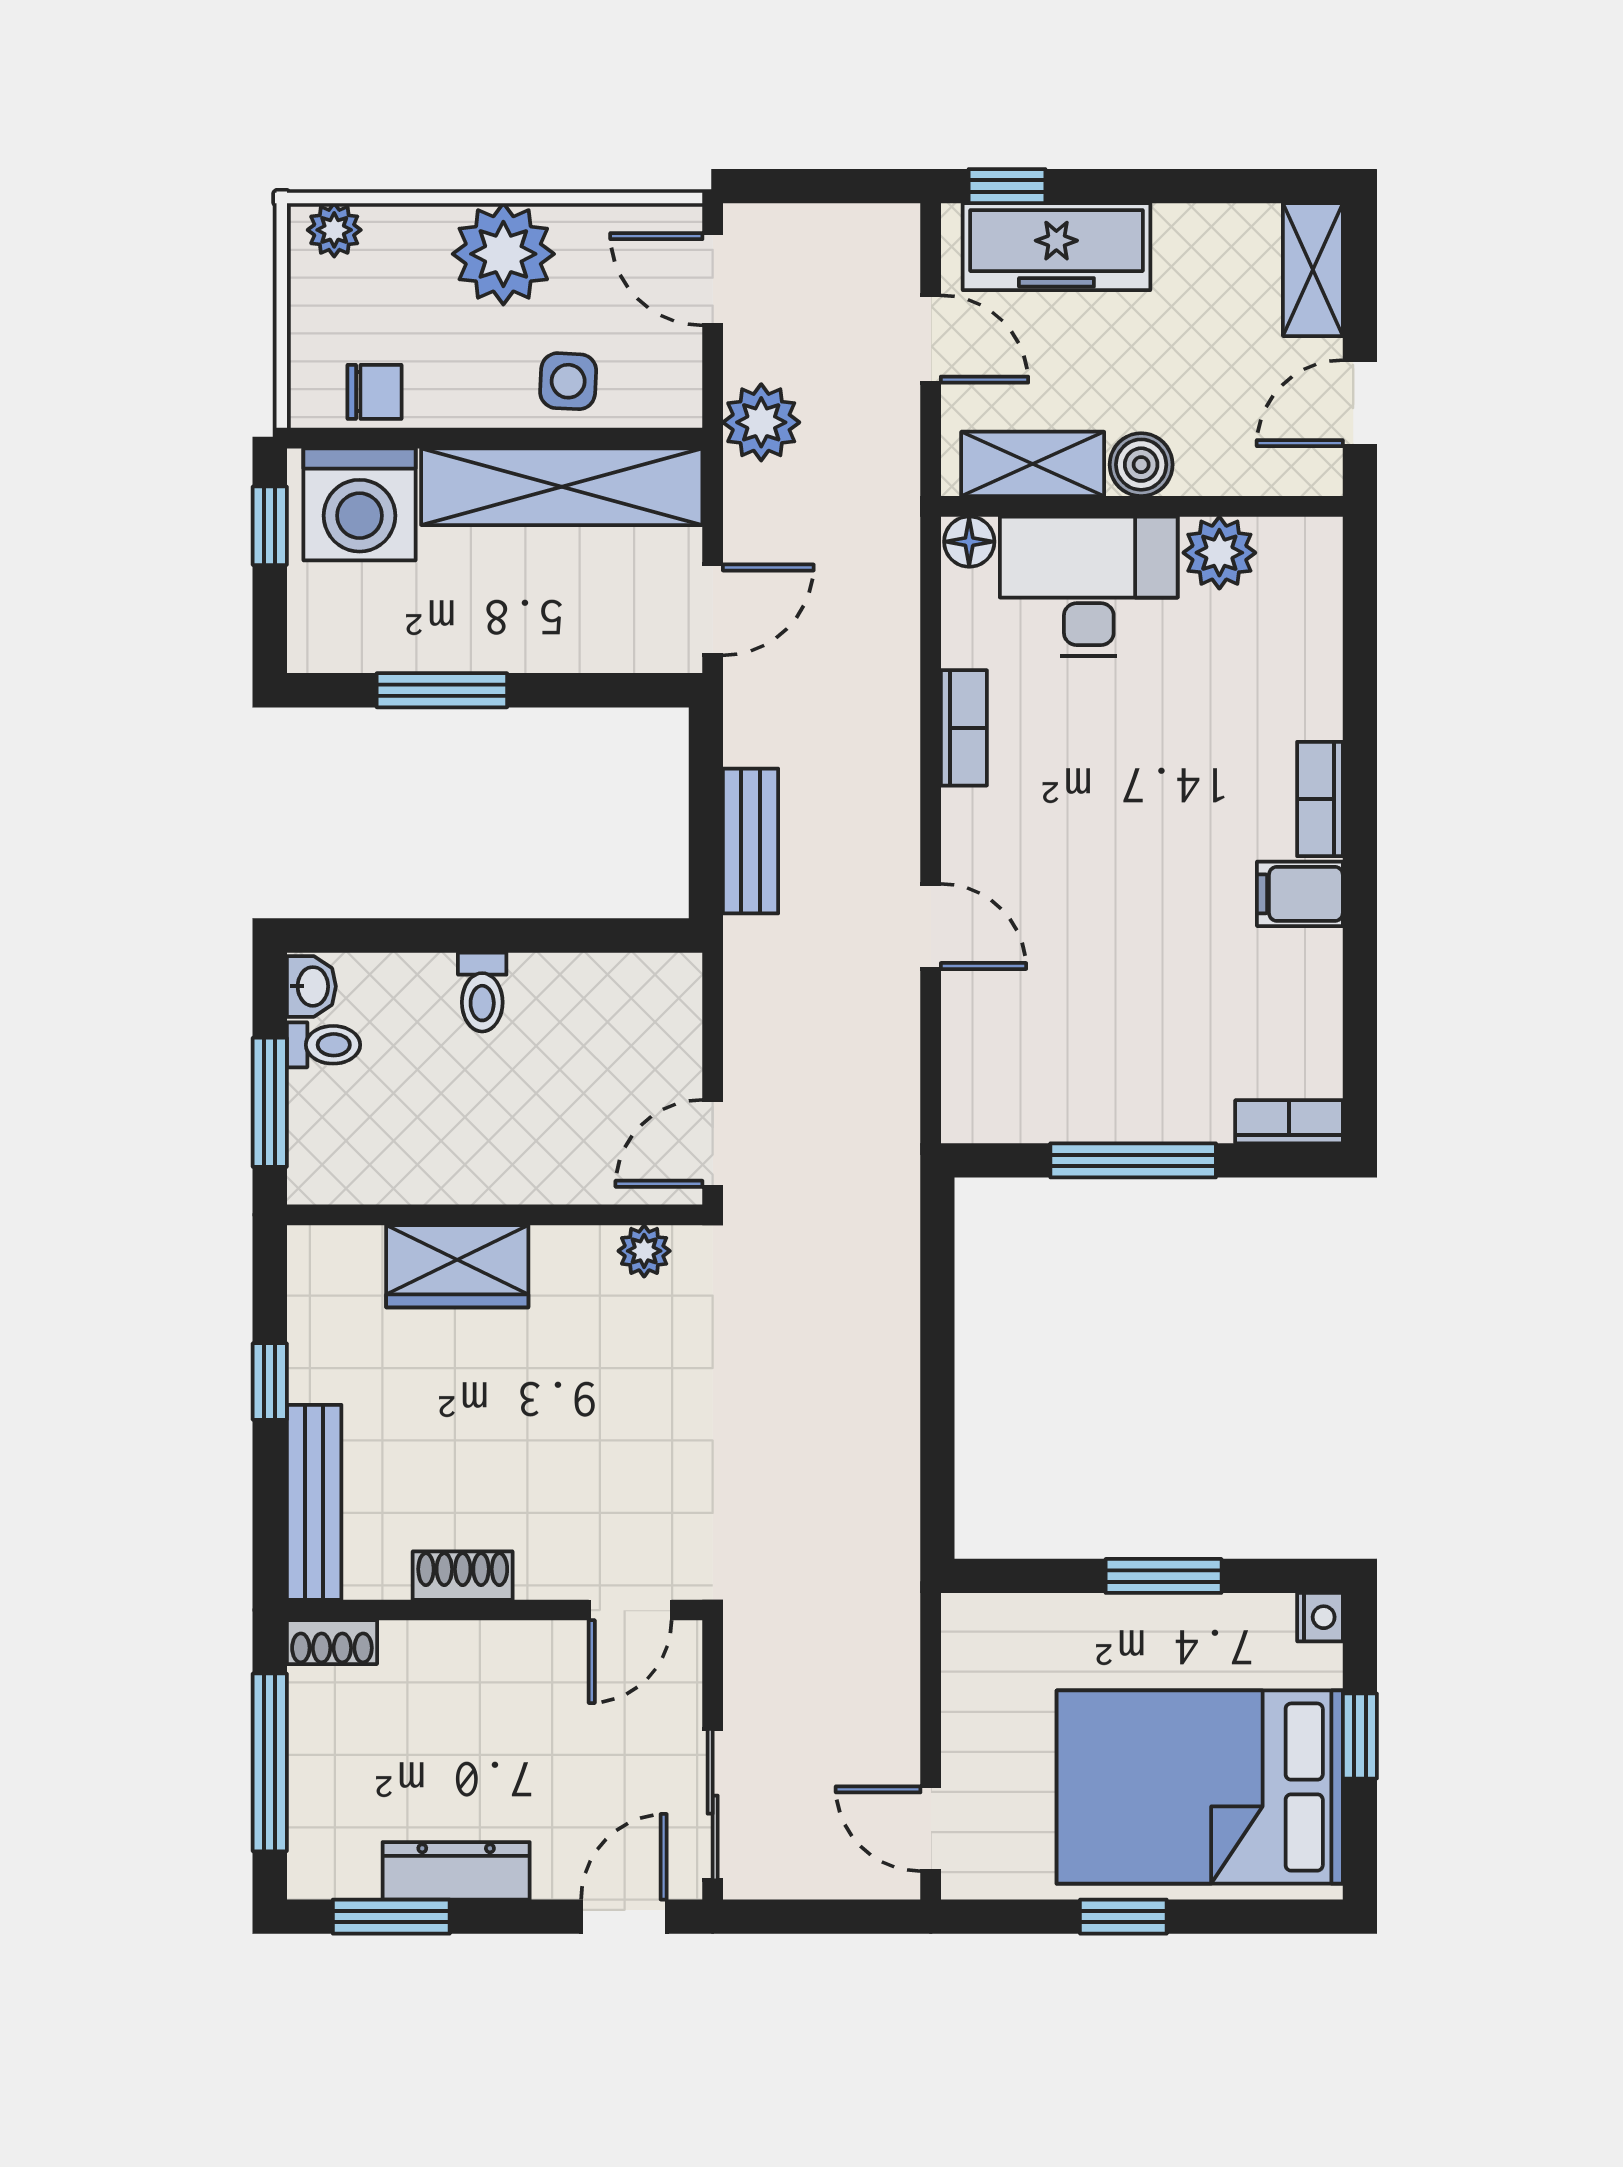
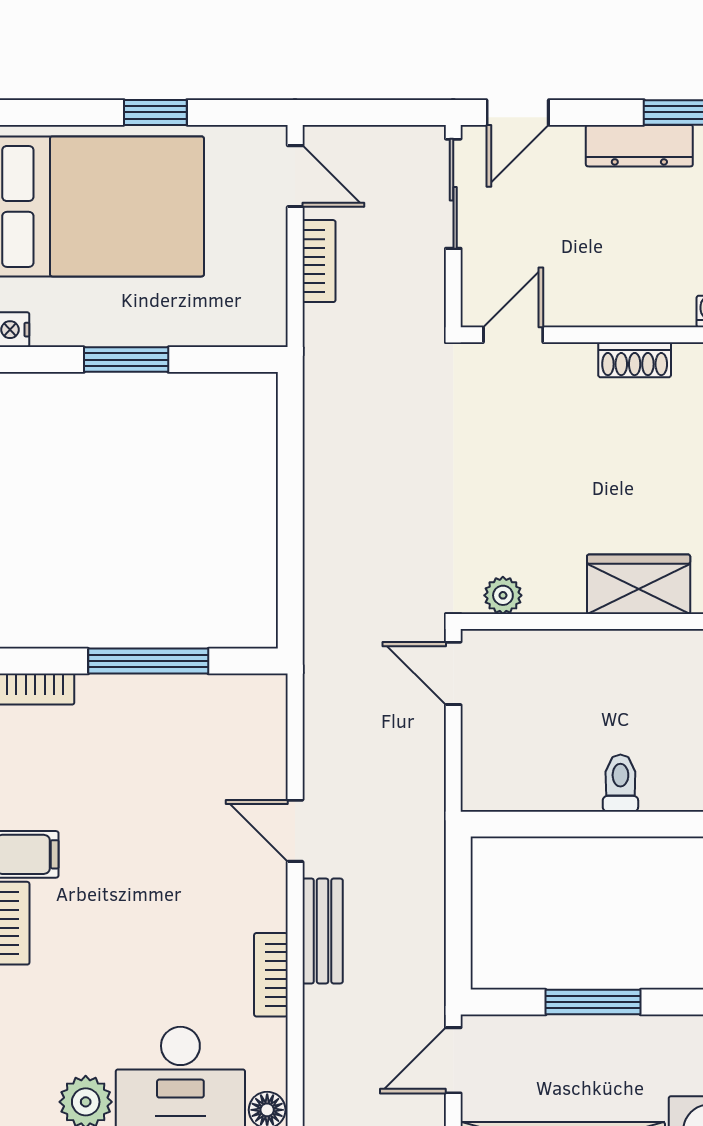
window: (442, 690) -> (593, 1002), moved
bench: (751, 841) -> (323, 931), moved
door: (713, 1143) -> (453, 673), swing flipped
bookcase: (898, 1712) -> (319, 261), added

